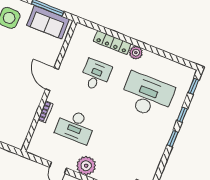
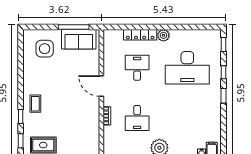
desk: (147, 95) -> (187, 68), turned 180
desk: (75, 126) -> (137, 118), width x0.73

